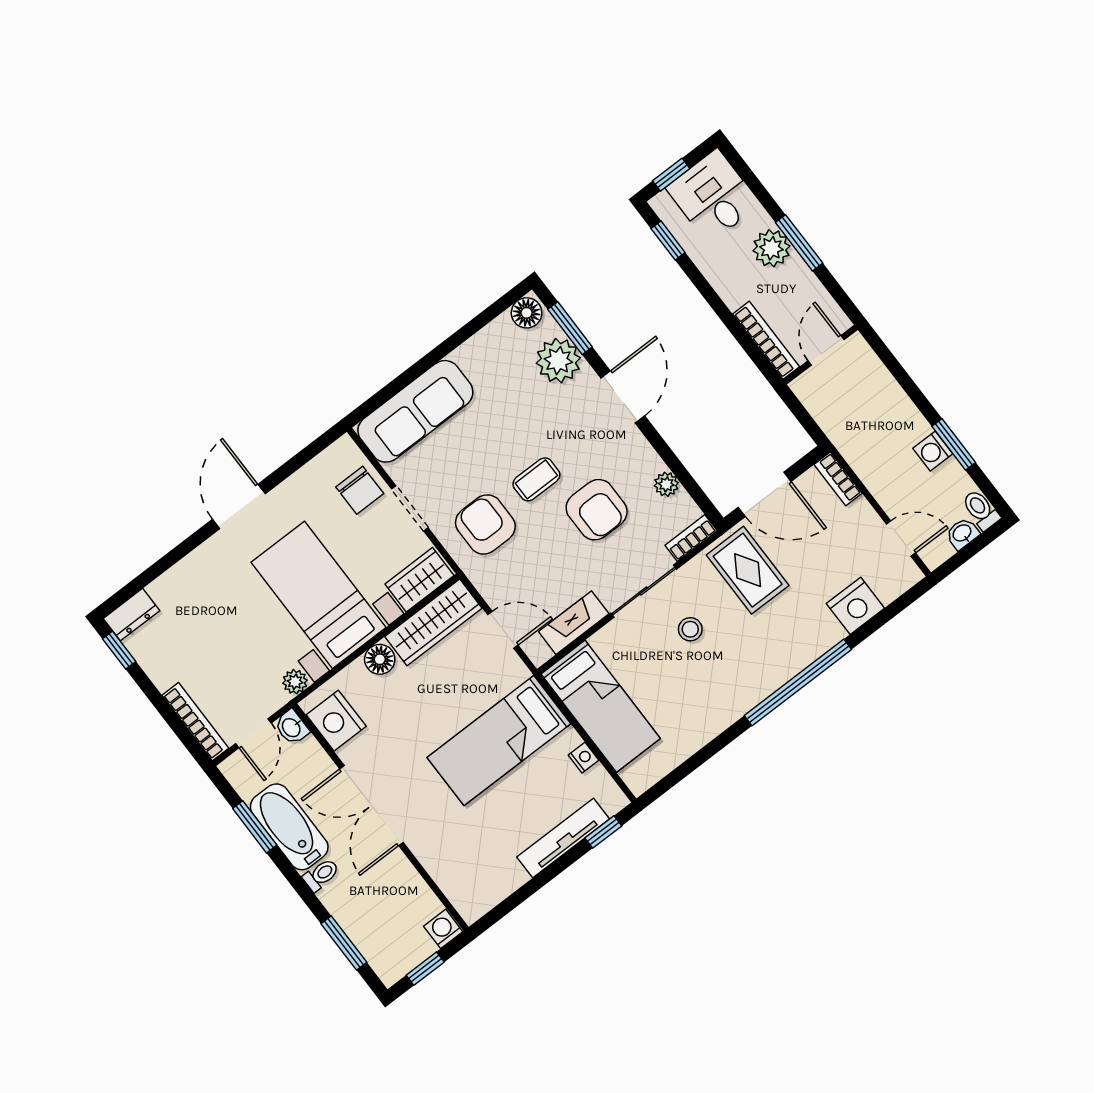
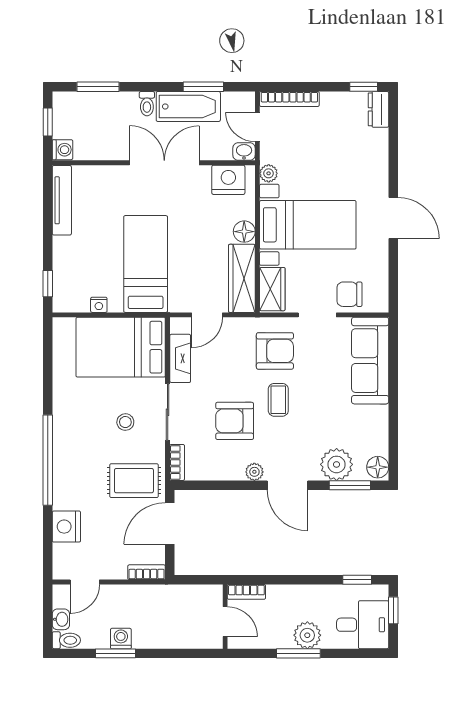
bookcase: (766, 340) -> (246, 592), width x0.64
plant: (666, 484) -> (254, 472), moved
bed: (601, 706) -> (121, 347), width x1.50
tv unit: (563, 838) -> (62, 200), moved

